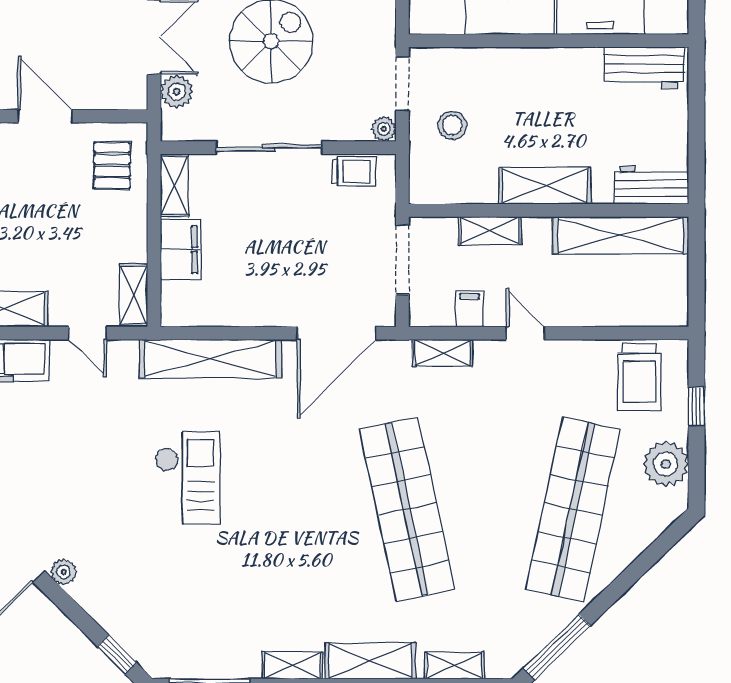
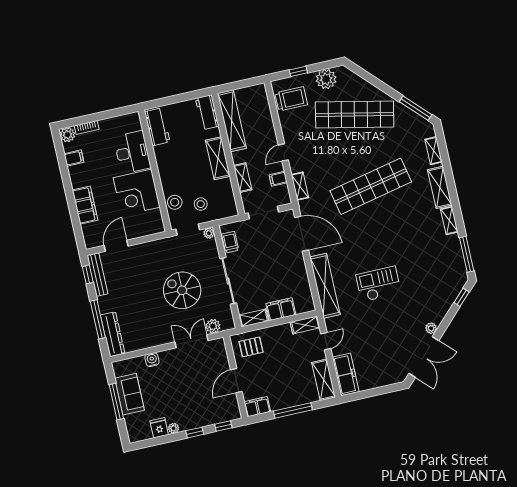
stool: (469, 69) -> (175, 202), added

